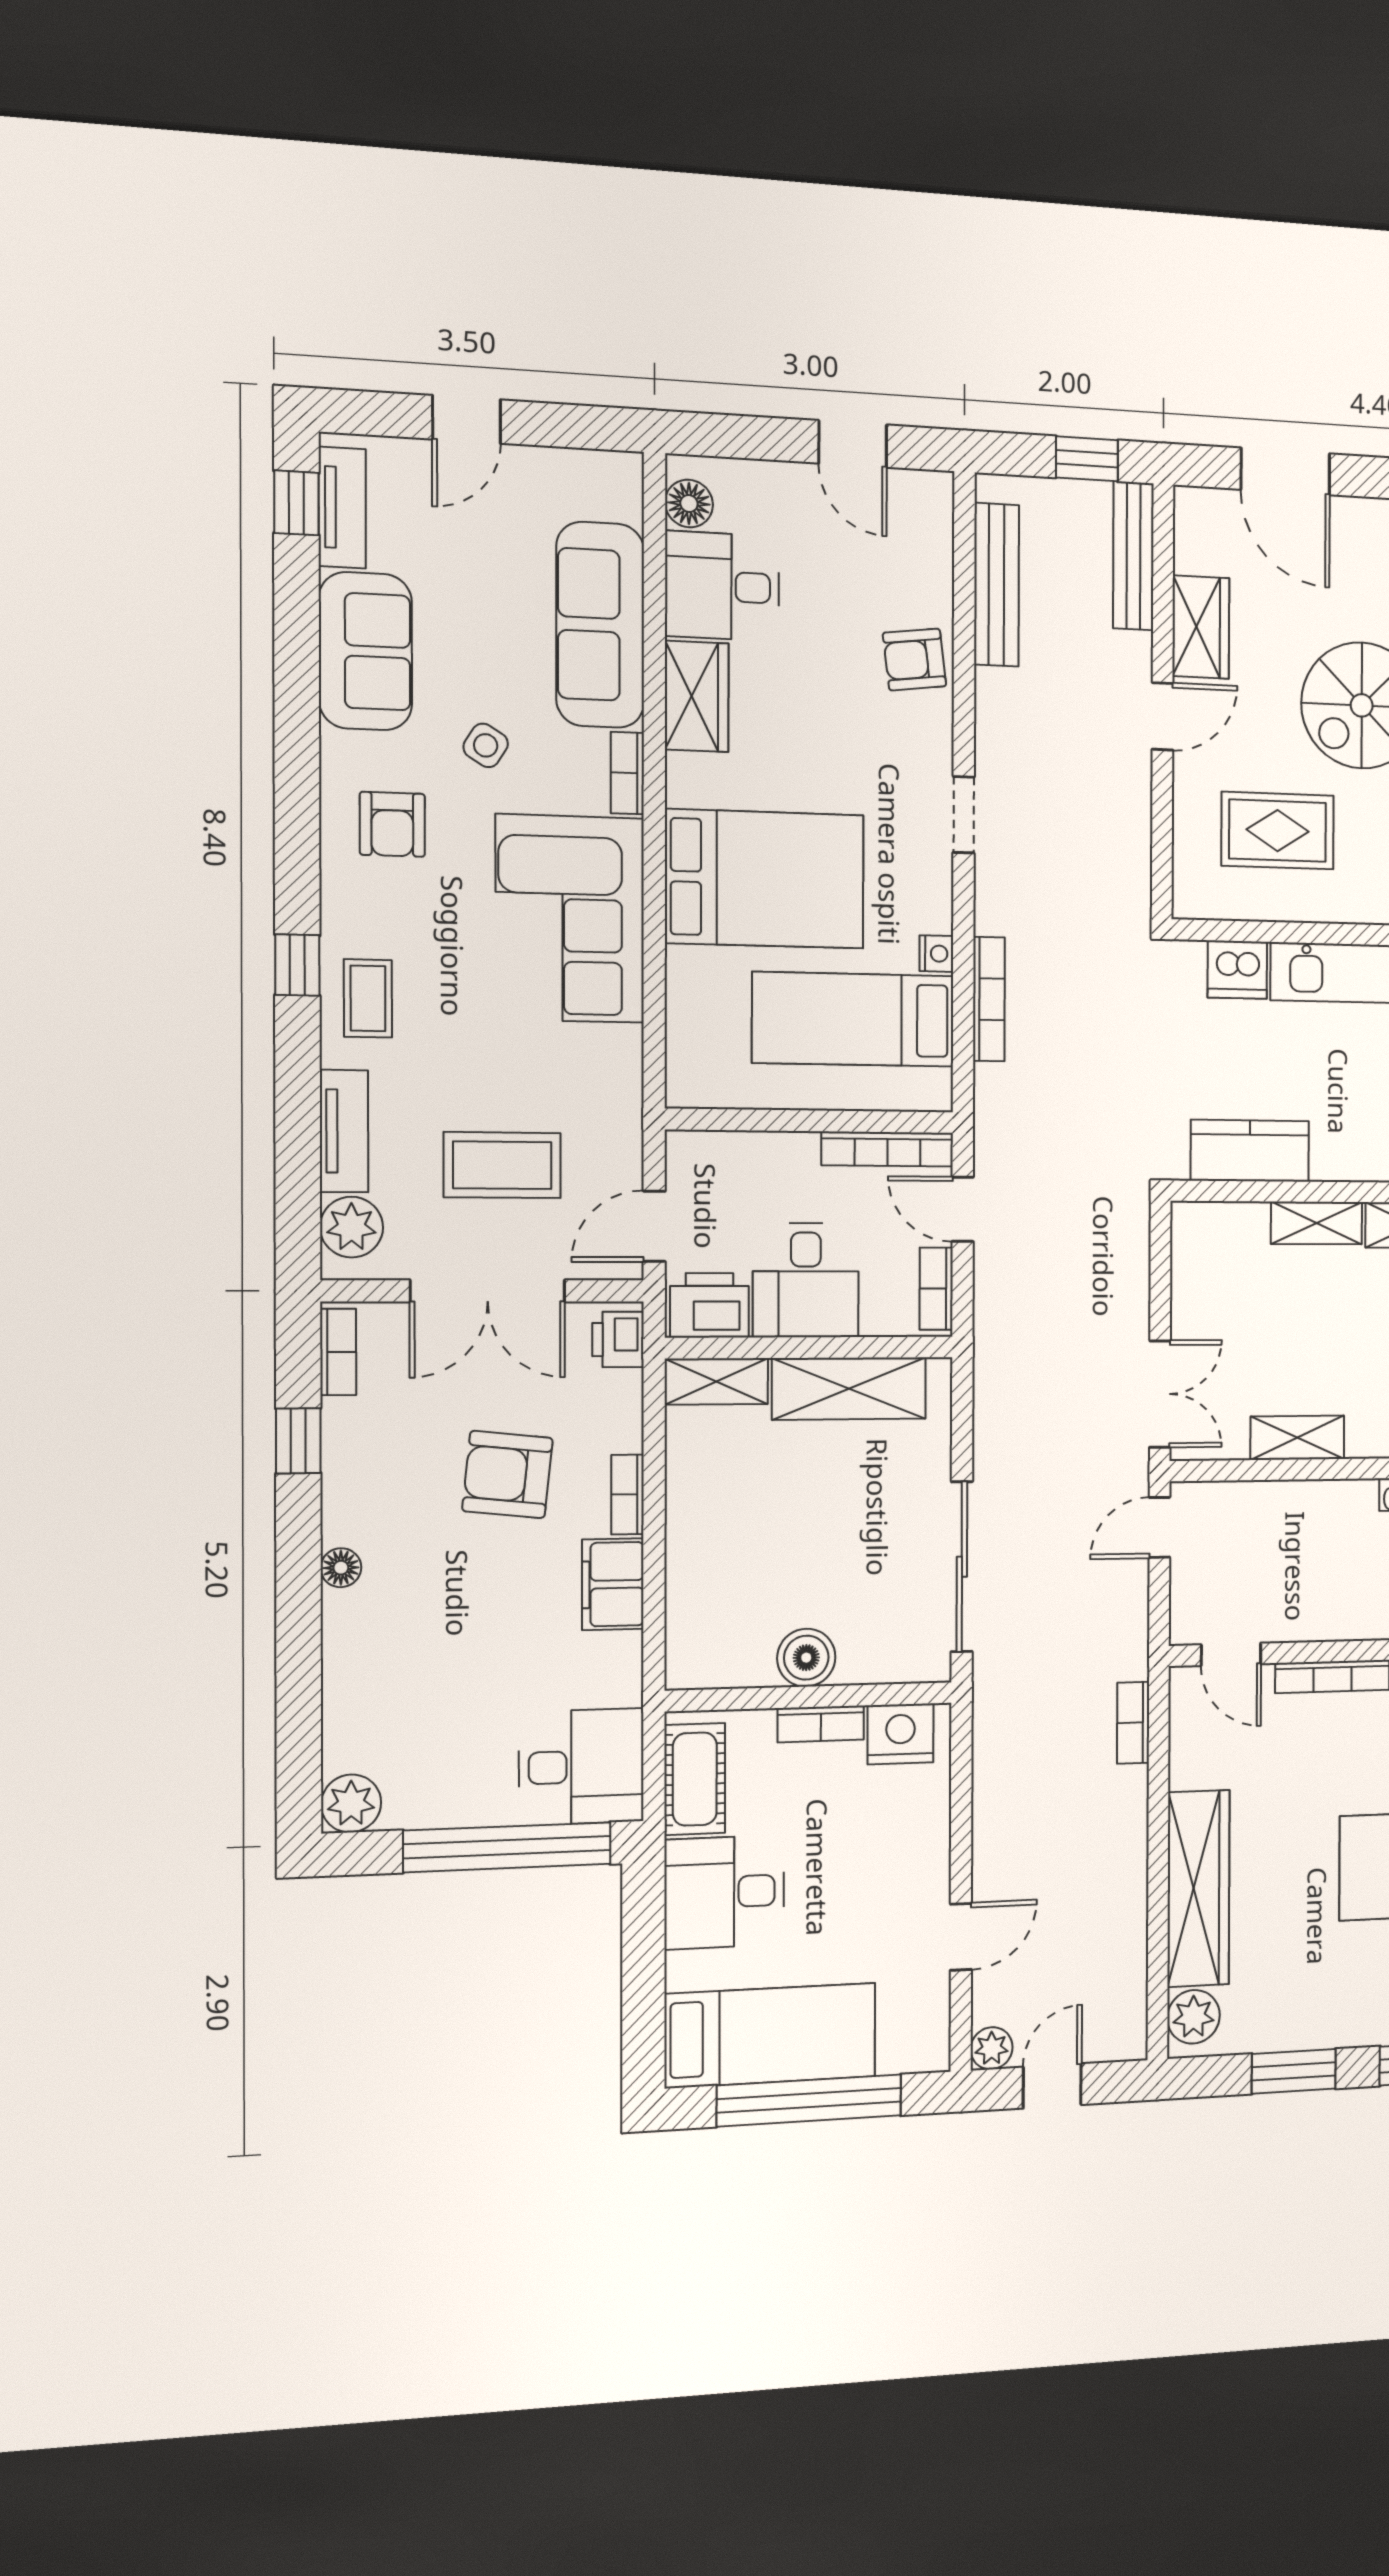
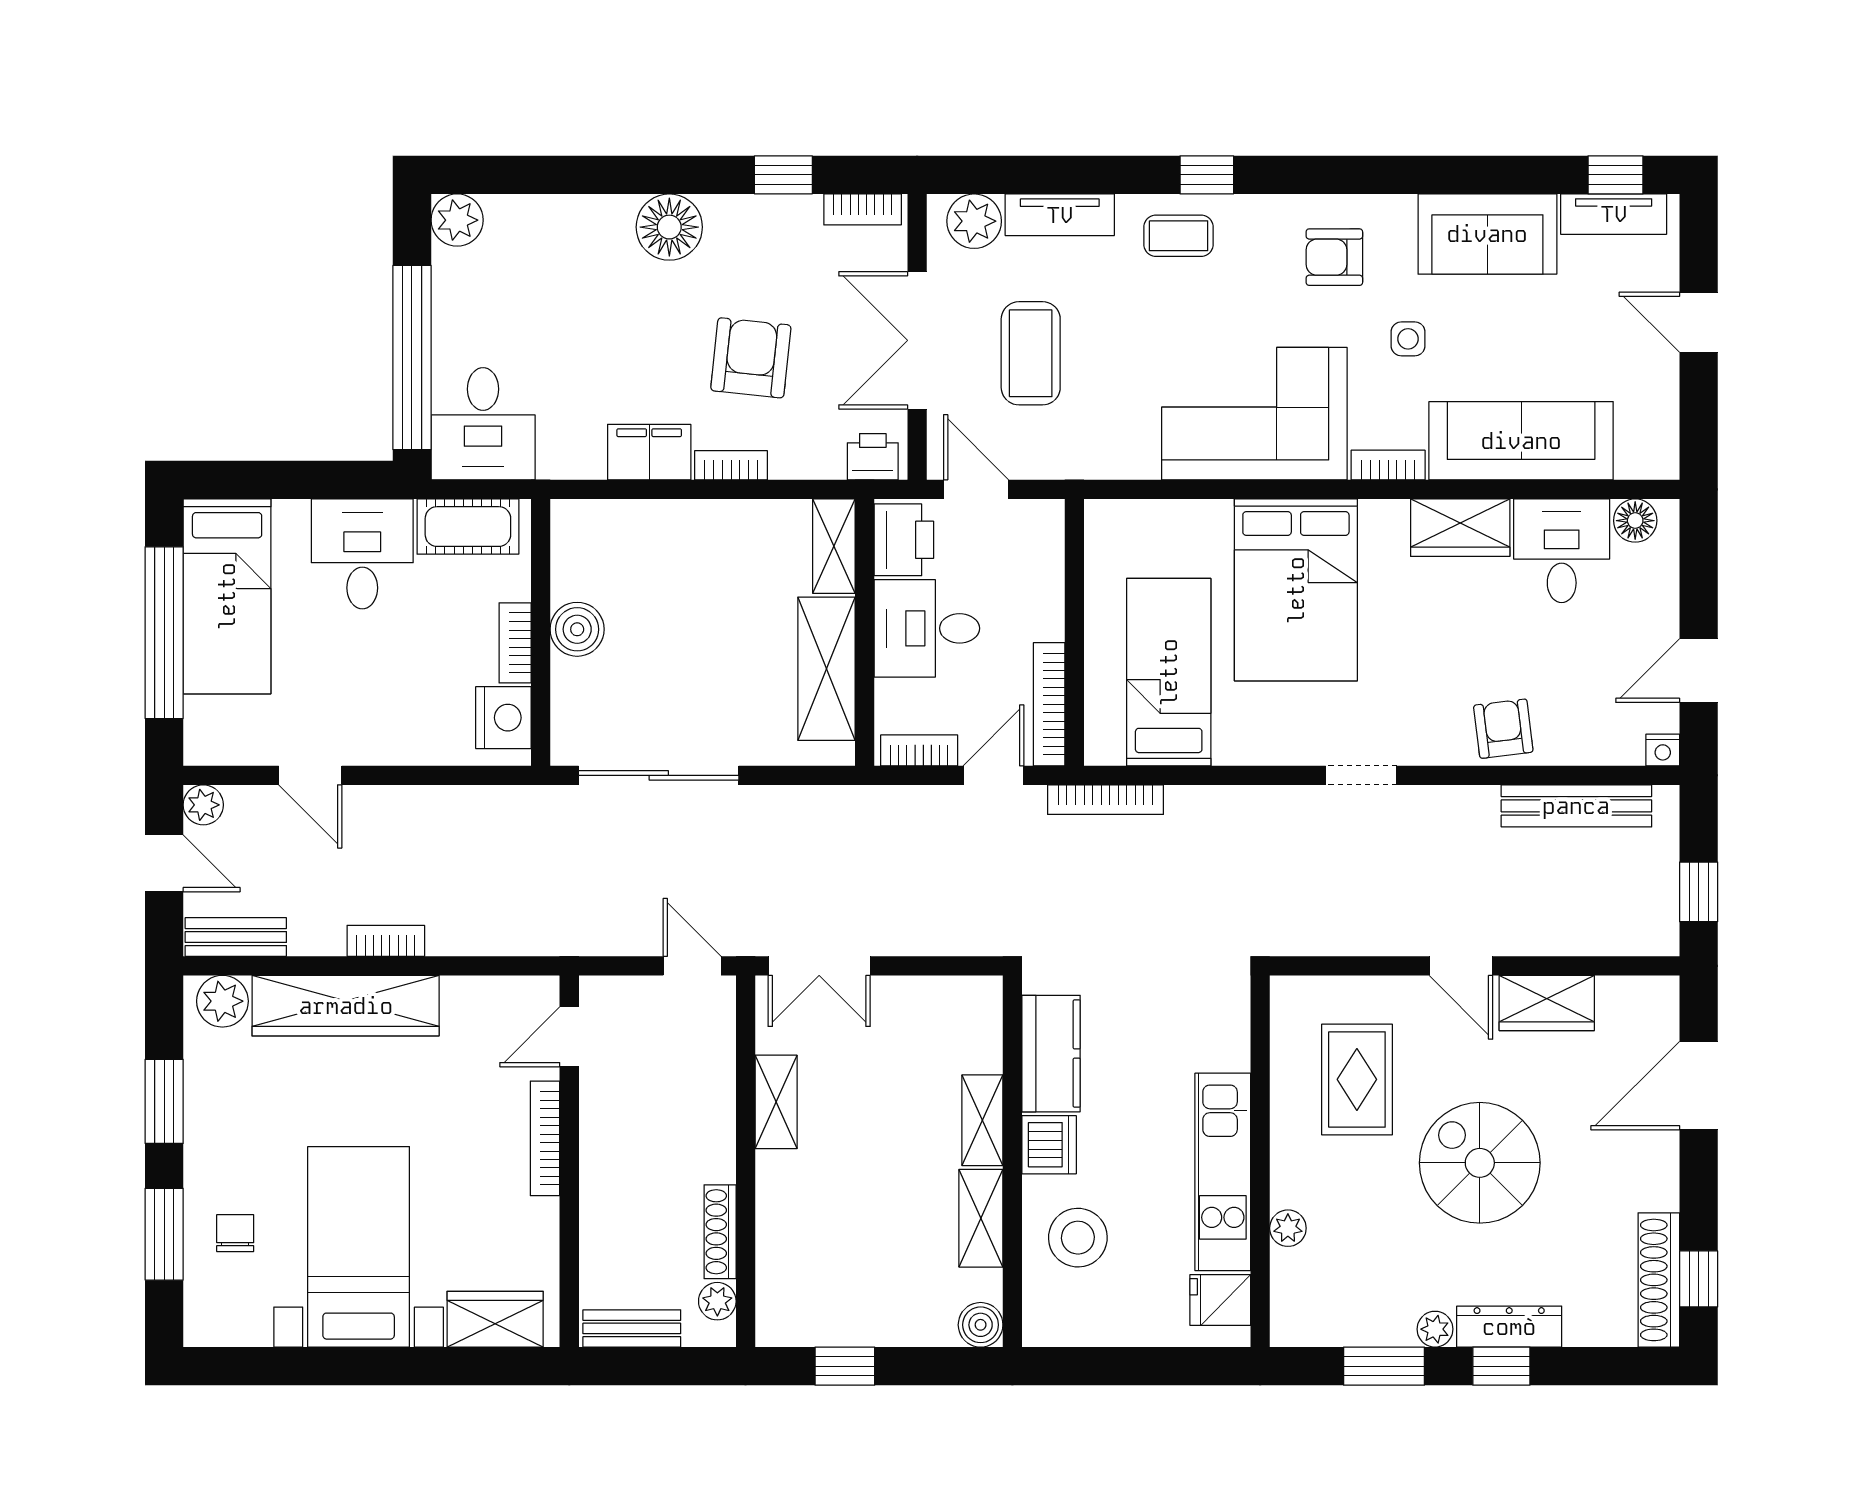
bench: (1133, 556) -> (236, 937), moved, width x0.73
side table: (486, 745) -> (1408, 339), turned -32
nightstand: (936, 954) -> (1663, 750), moved
dishwasher: (1237, 970) -> (1049, 1145), moved, turned 180
bookcase: (989, 999) -> (1105, 800), moved
floor lamp: (341, 1568) -> (669, 227), width x1.89, depth x1.89
bookcase: (1133, 1723) -> (386, 941), moved

